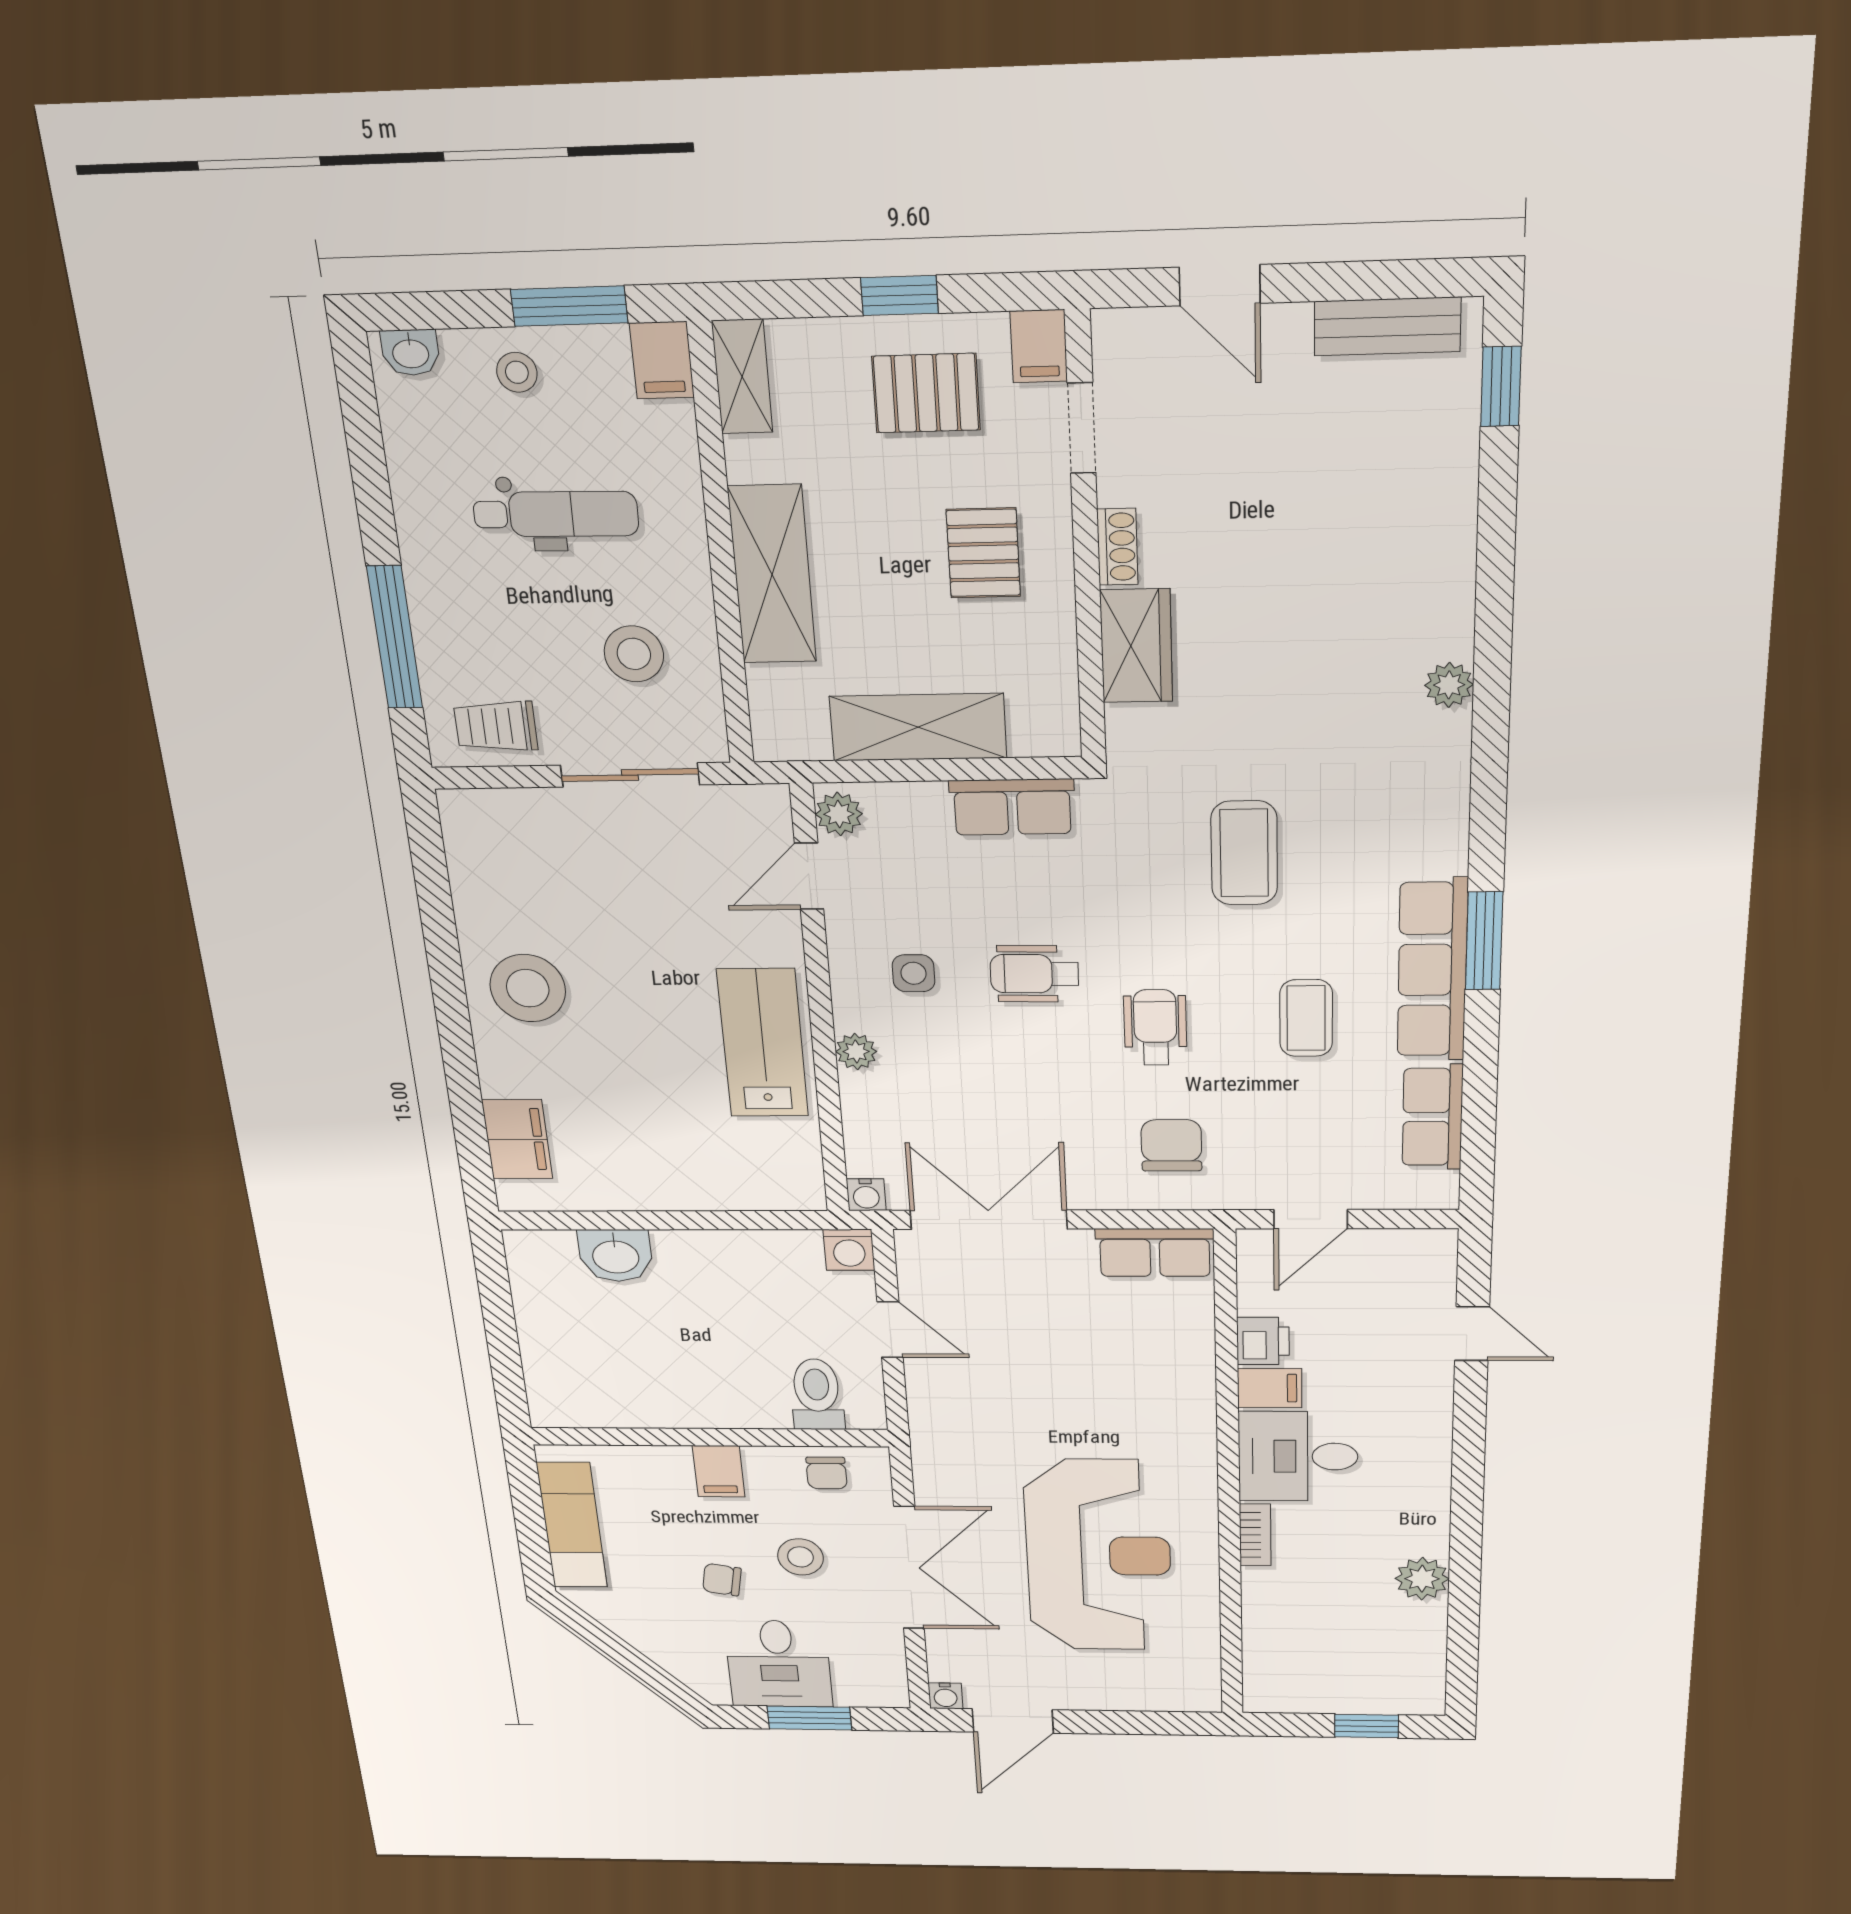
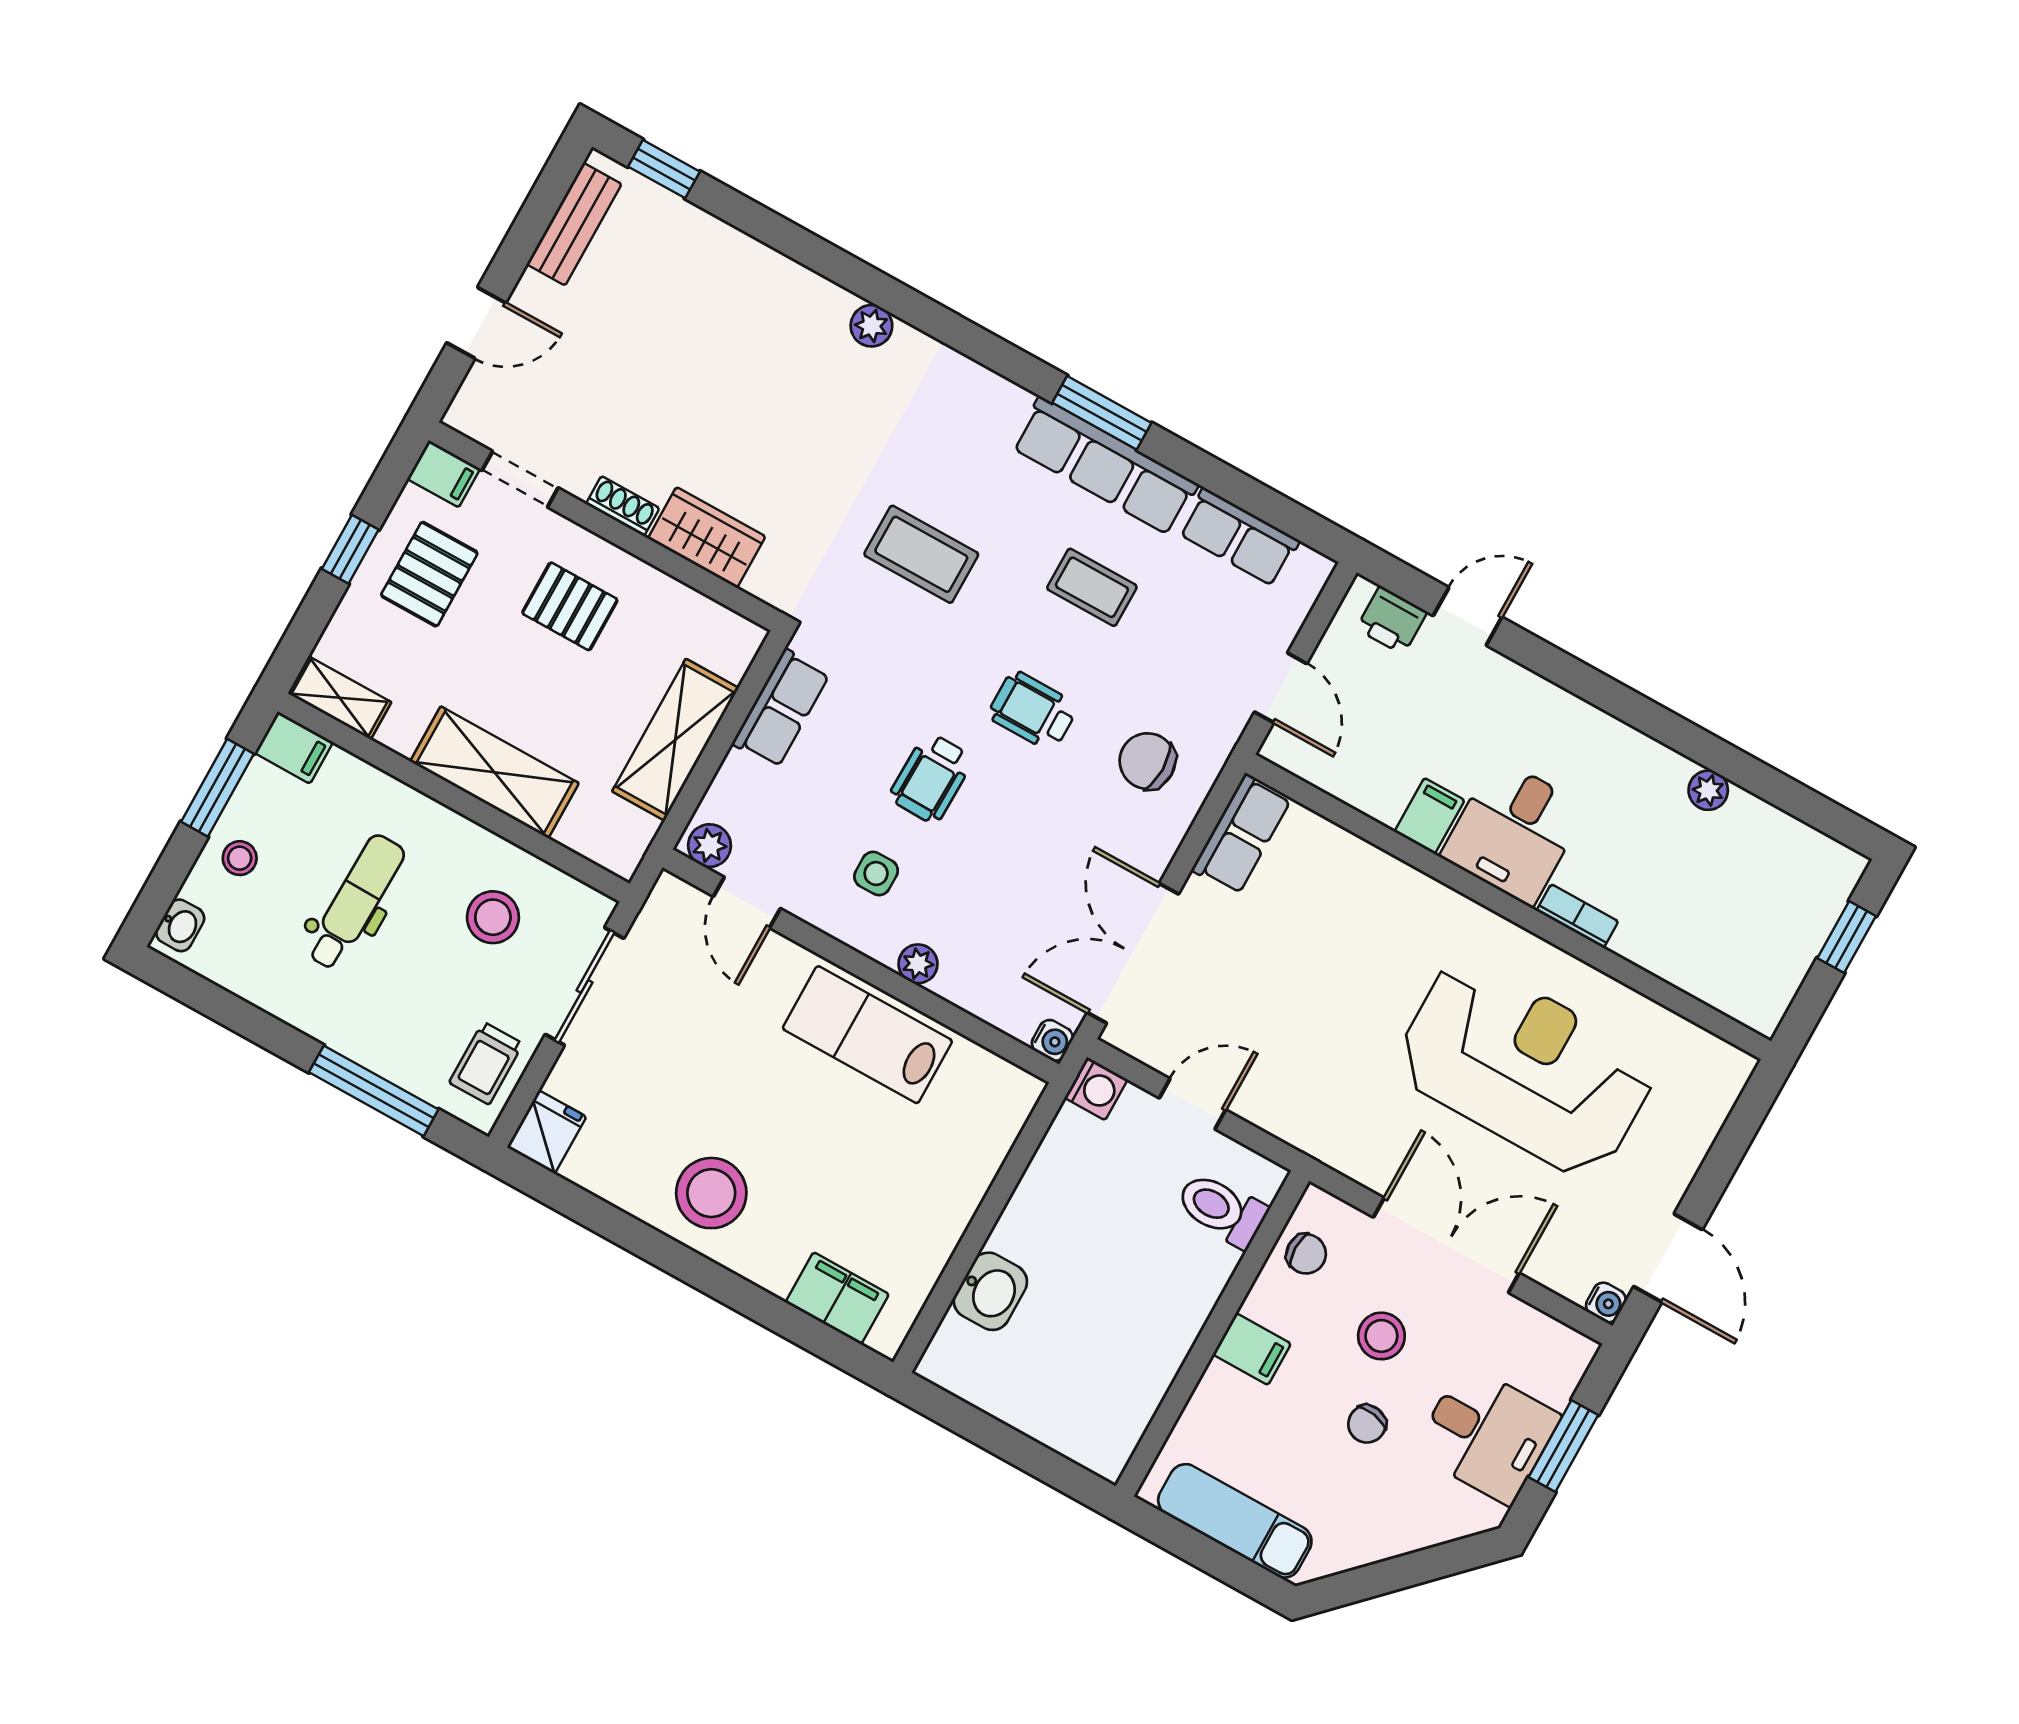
fridge: (475, 816) -> (547, 1132), added
printer: (1263, 1341) -> (1392, 620), moved, turned 180
plant: (1422, 1579) -> (1708, 790), width x0.73, depth x0.73

